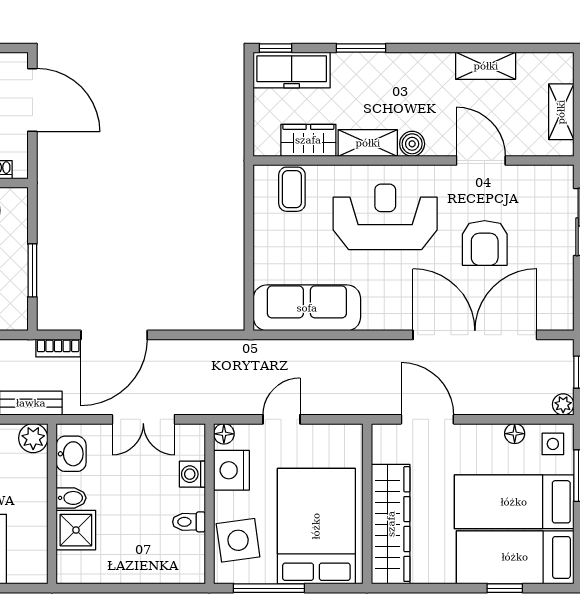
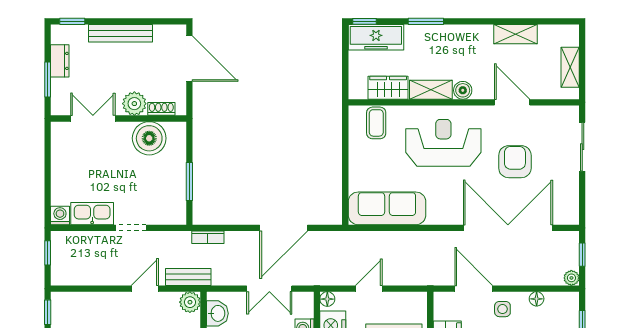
armchair: (485, 243) -> (515, 162), turned 180
door: (114, 335) -> (284, 228), moved
side table: (553, 444) -> (502, 309), moved

